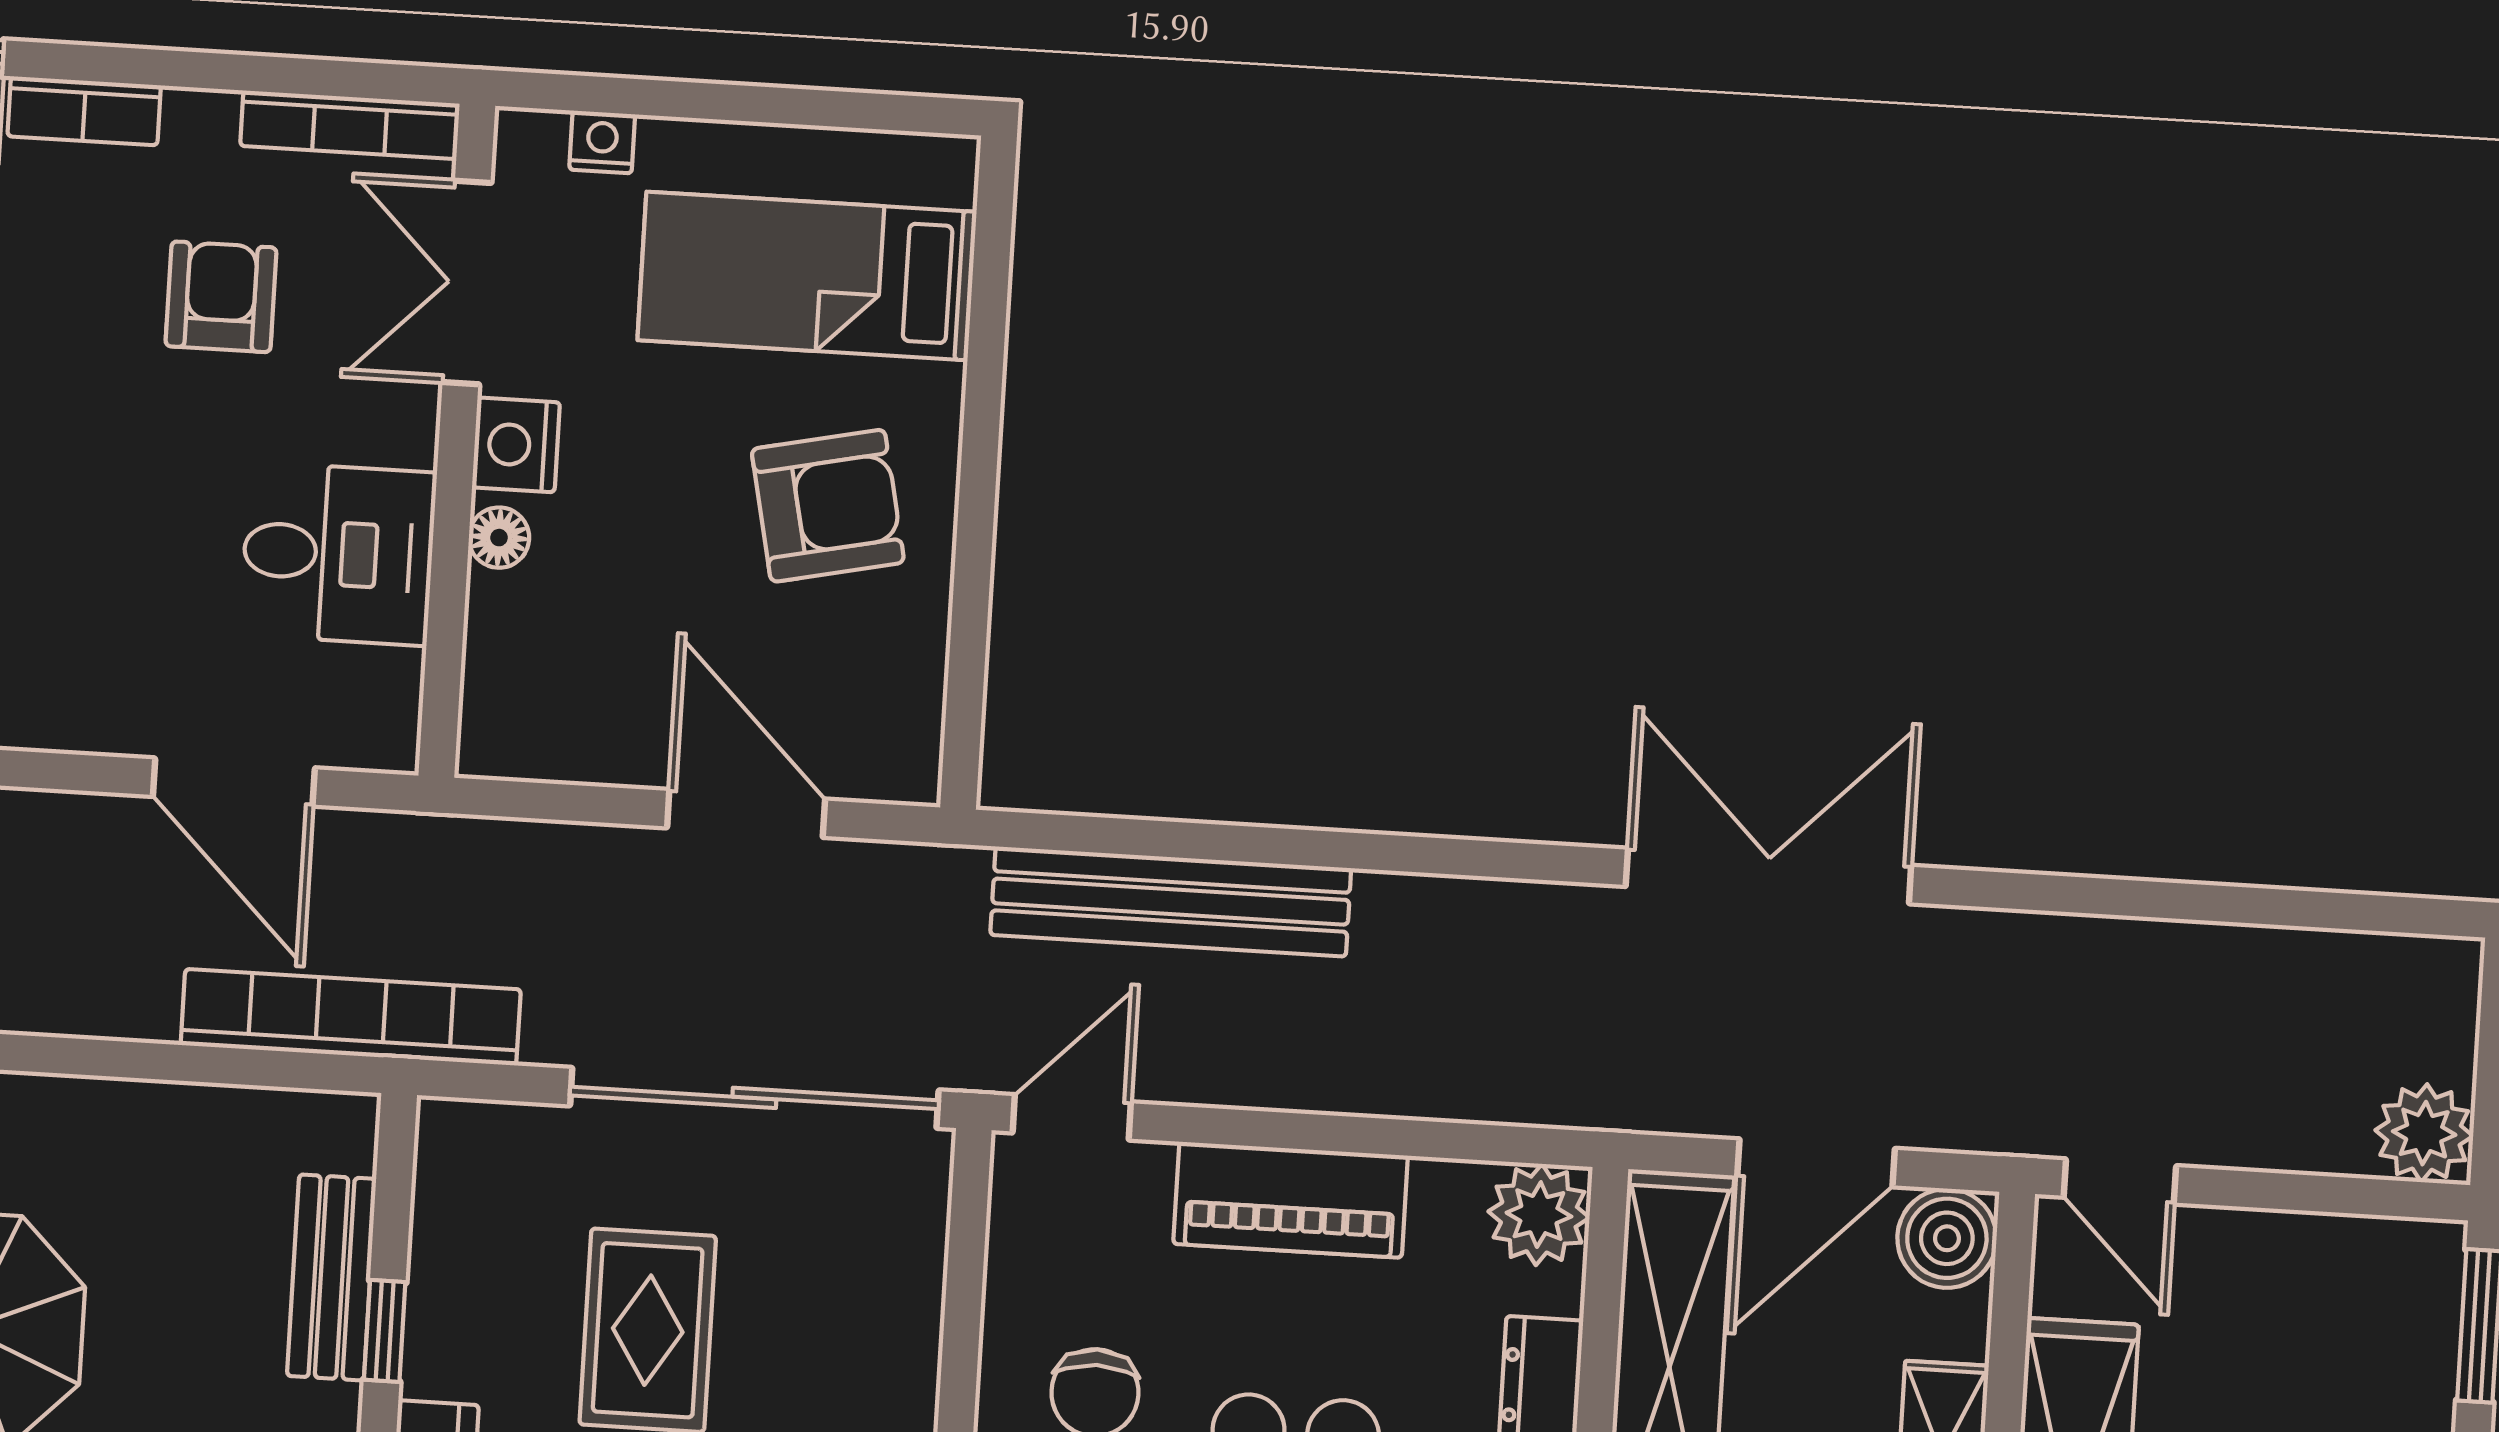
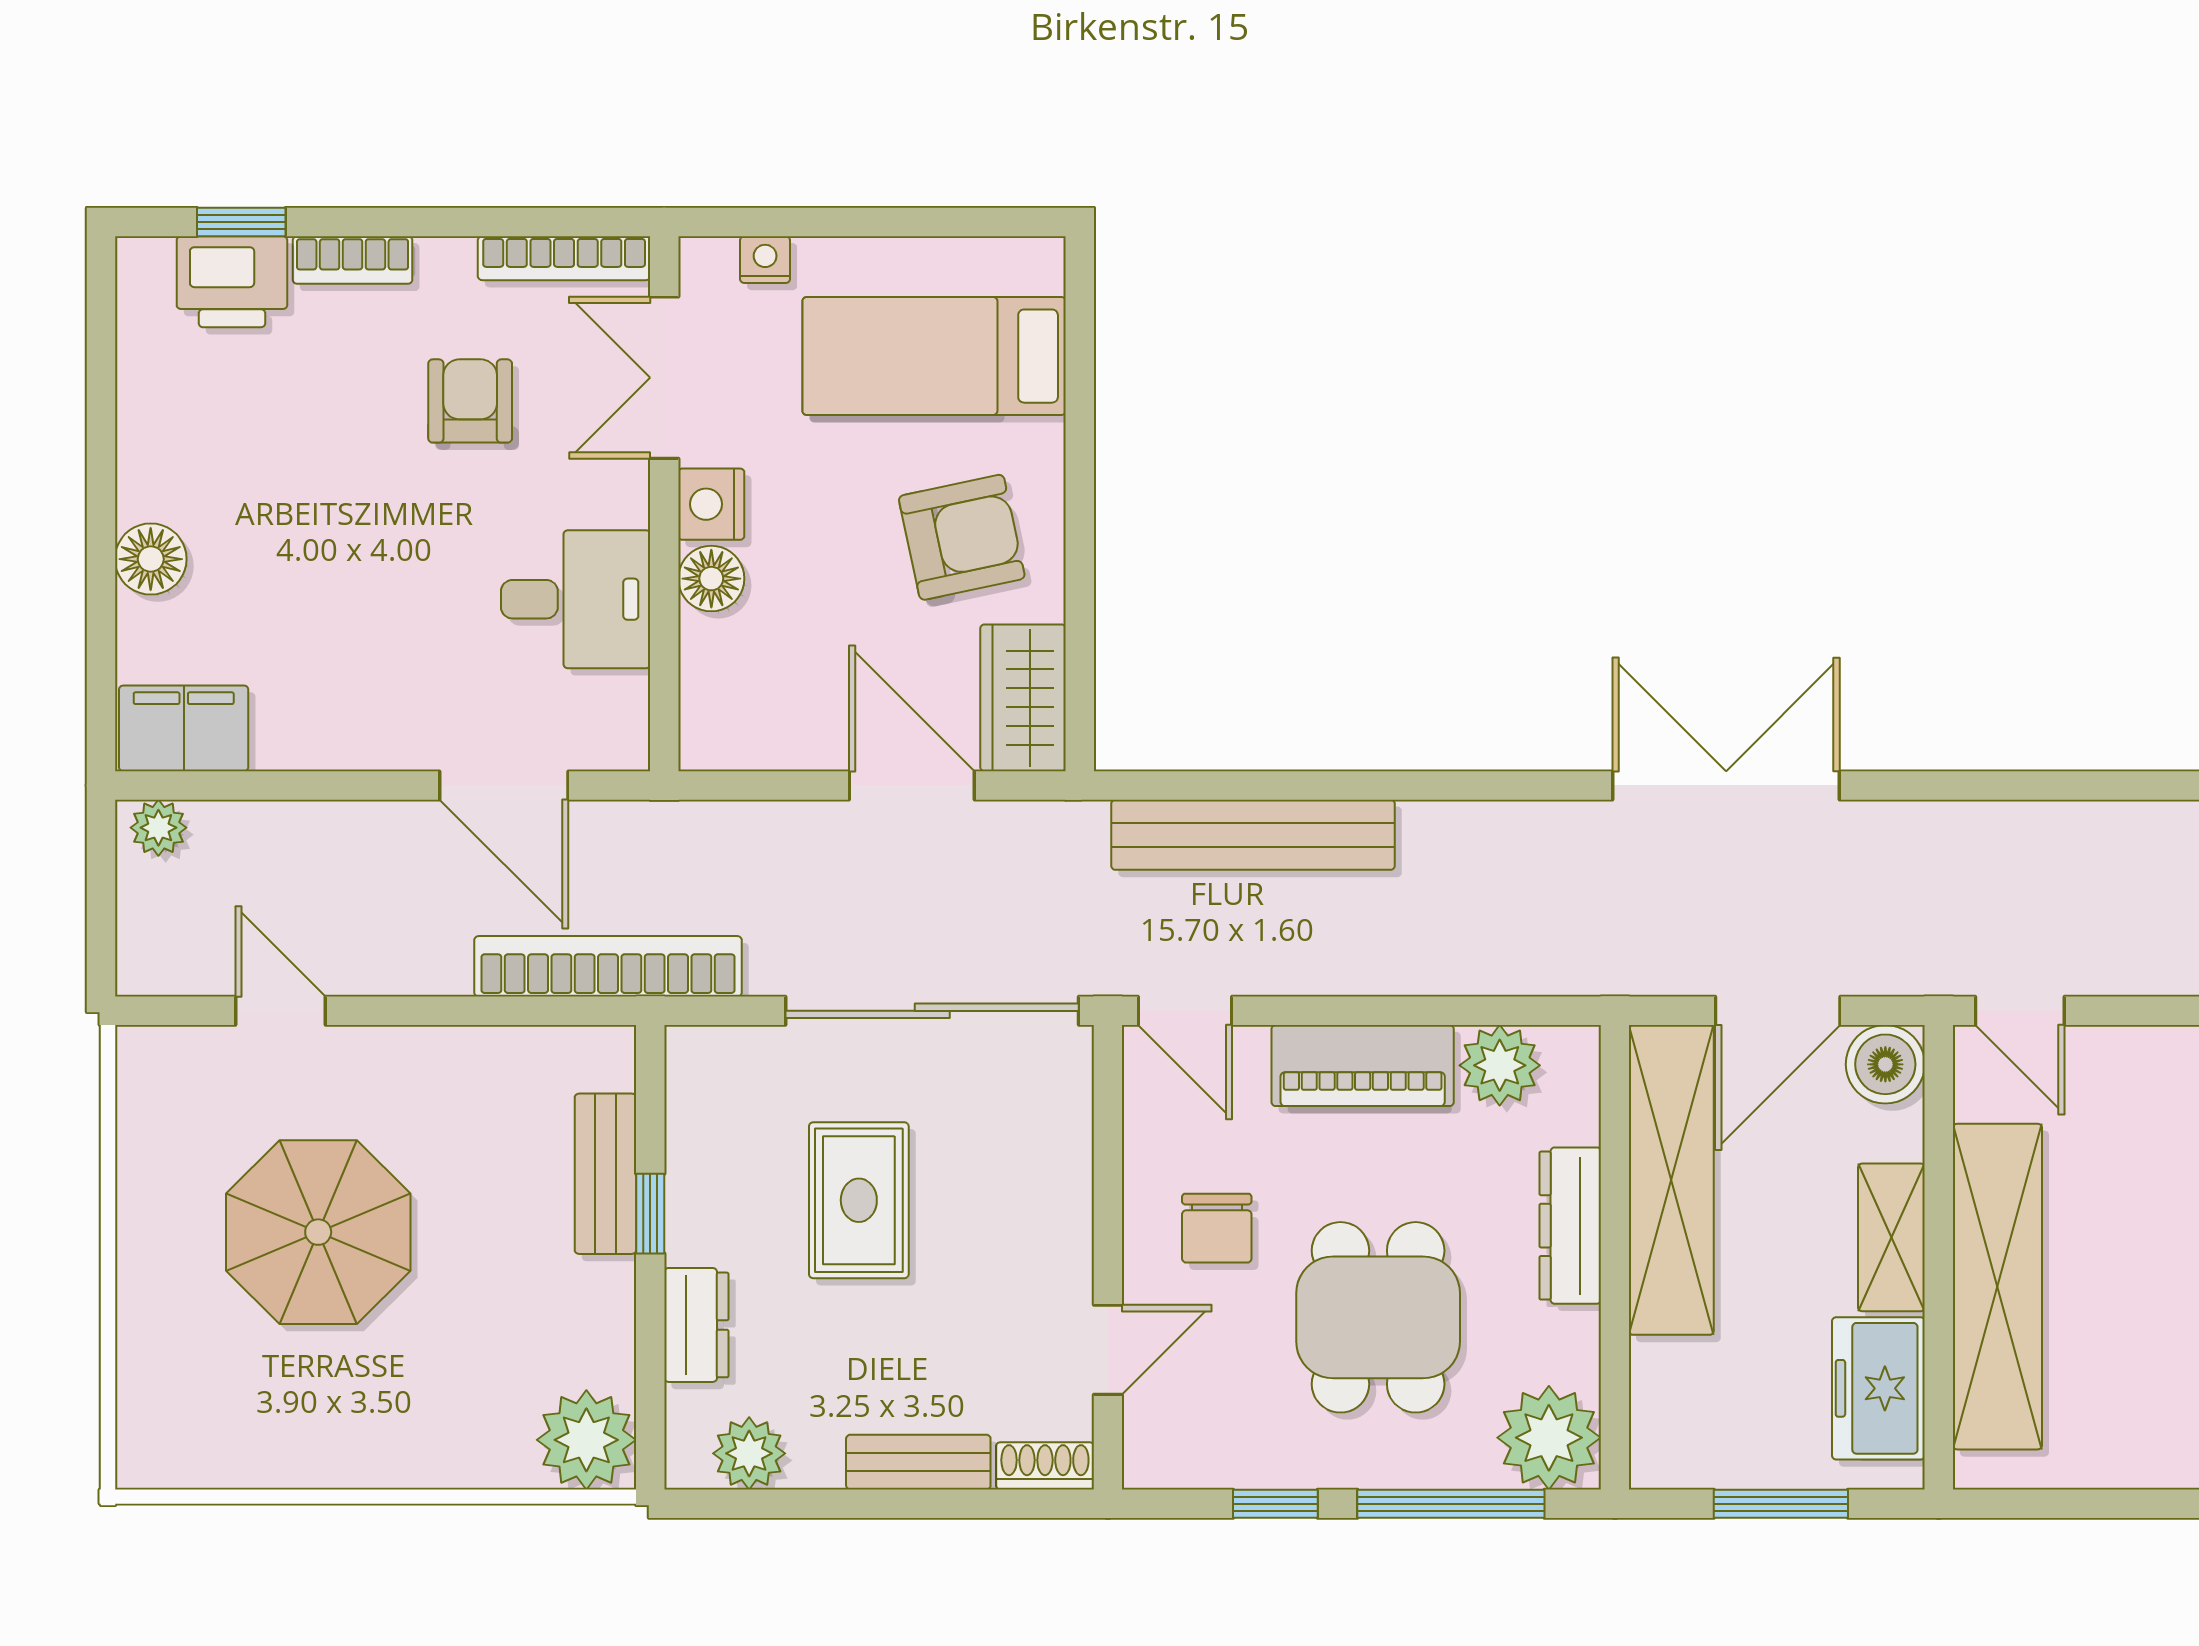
floor lamp: (499, 538) -> (711, 579), width x1.37, depth x1.37
wardrobe: (892, 712) -> (1023, 698), added
door: (1072, 1117) -> (1185, 1011), swing flipped
plant: (1539, 1215) -> (1500, 1065), moved

